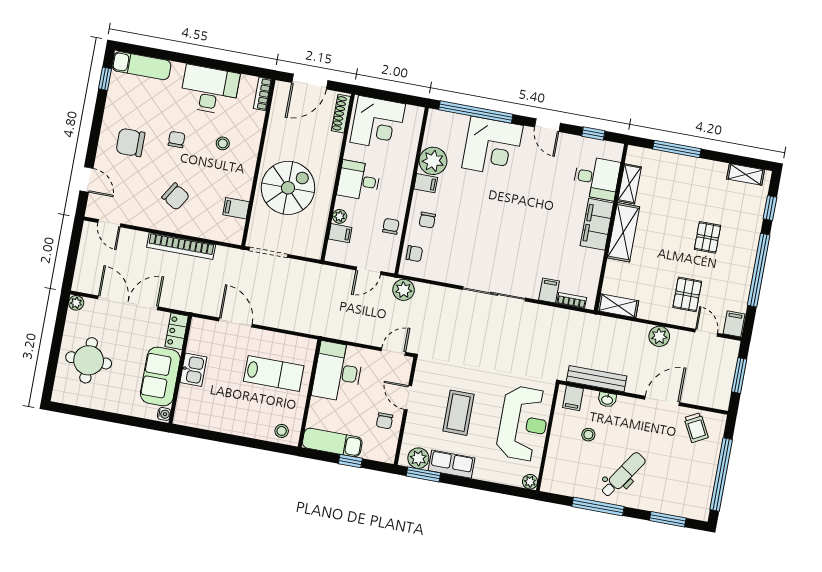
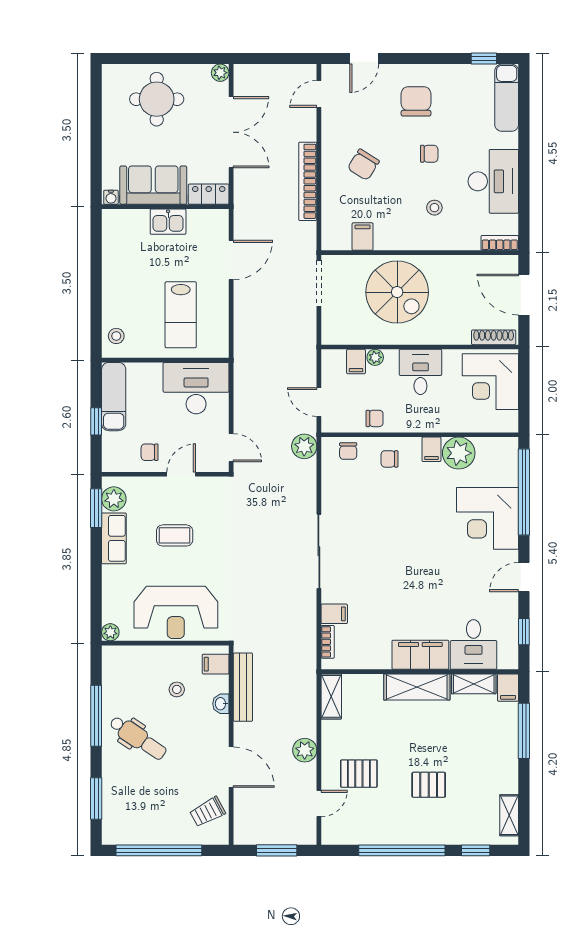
filing cabinet: (734, 324) -> (508, 688), moved, turned 90
coffee table: (458, 413) -> (175, 535), width x0.73, depth x0.77

